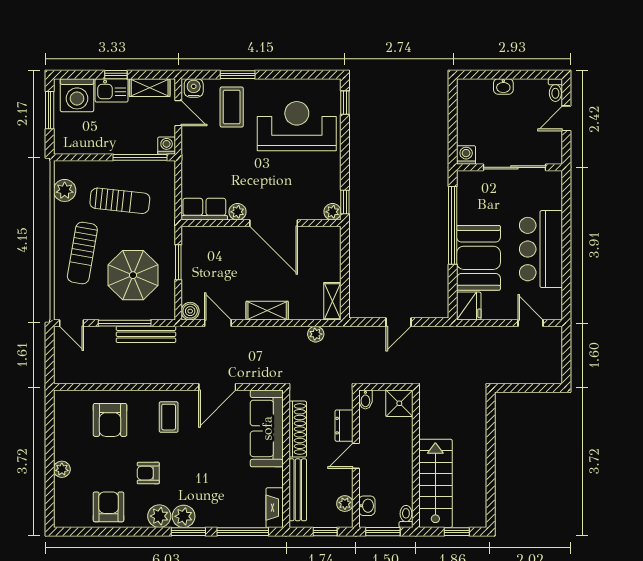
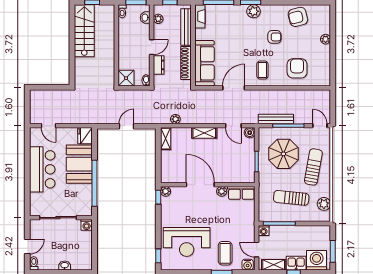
stairs: (435, 483) -> (84, 31), moved, turned 180
armchair: (109, 507) -> (298, 17), turned 76
plant: (159, 516) -> (268, 11), removed

